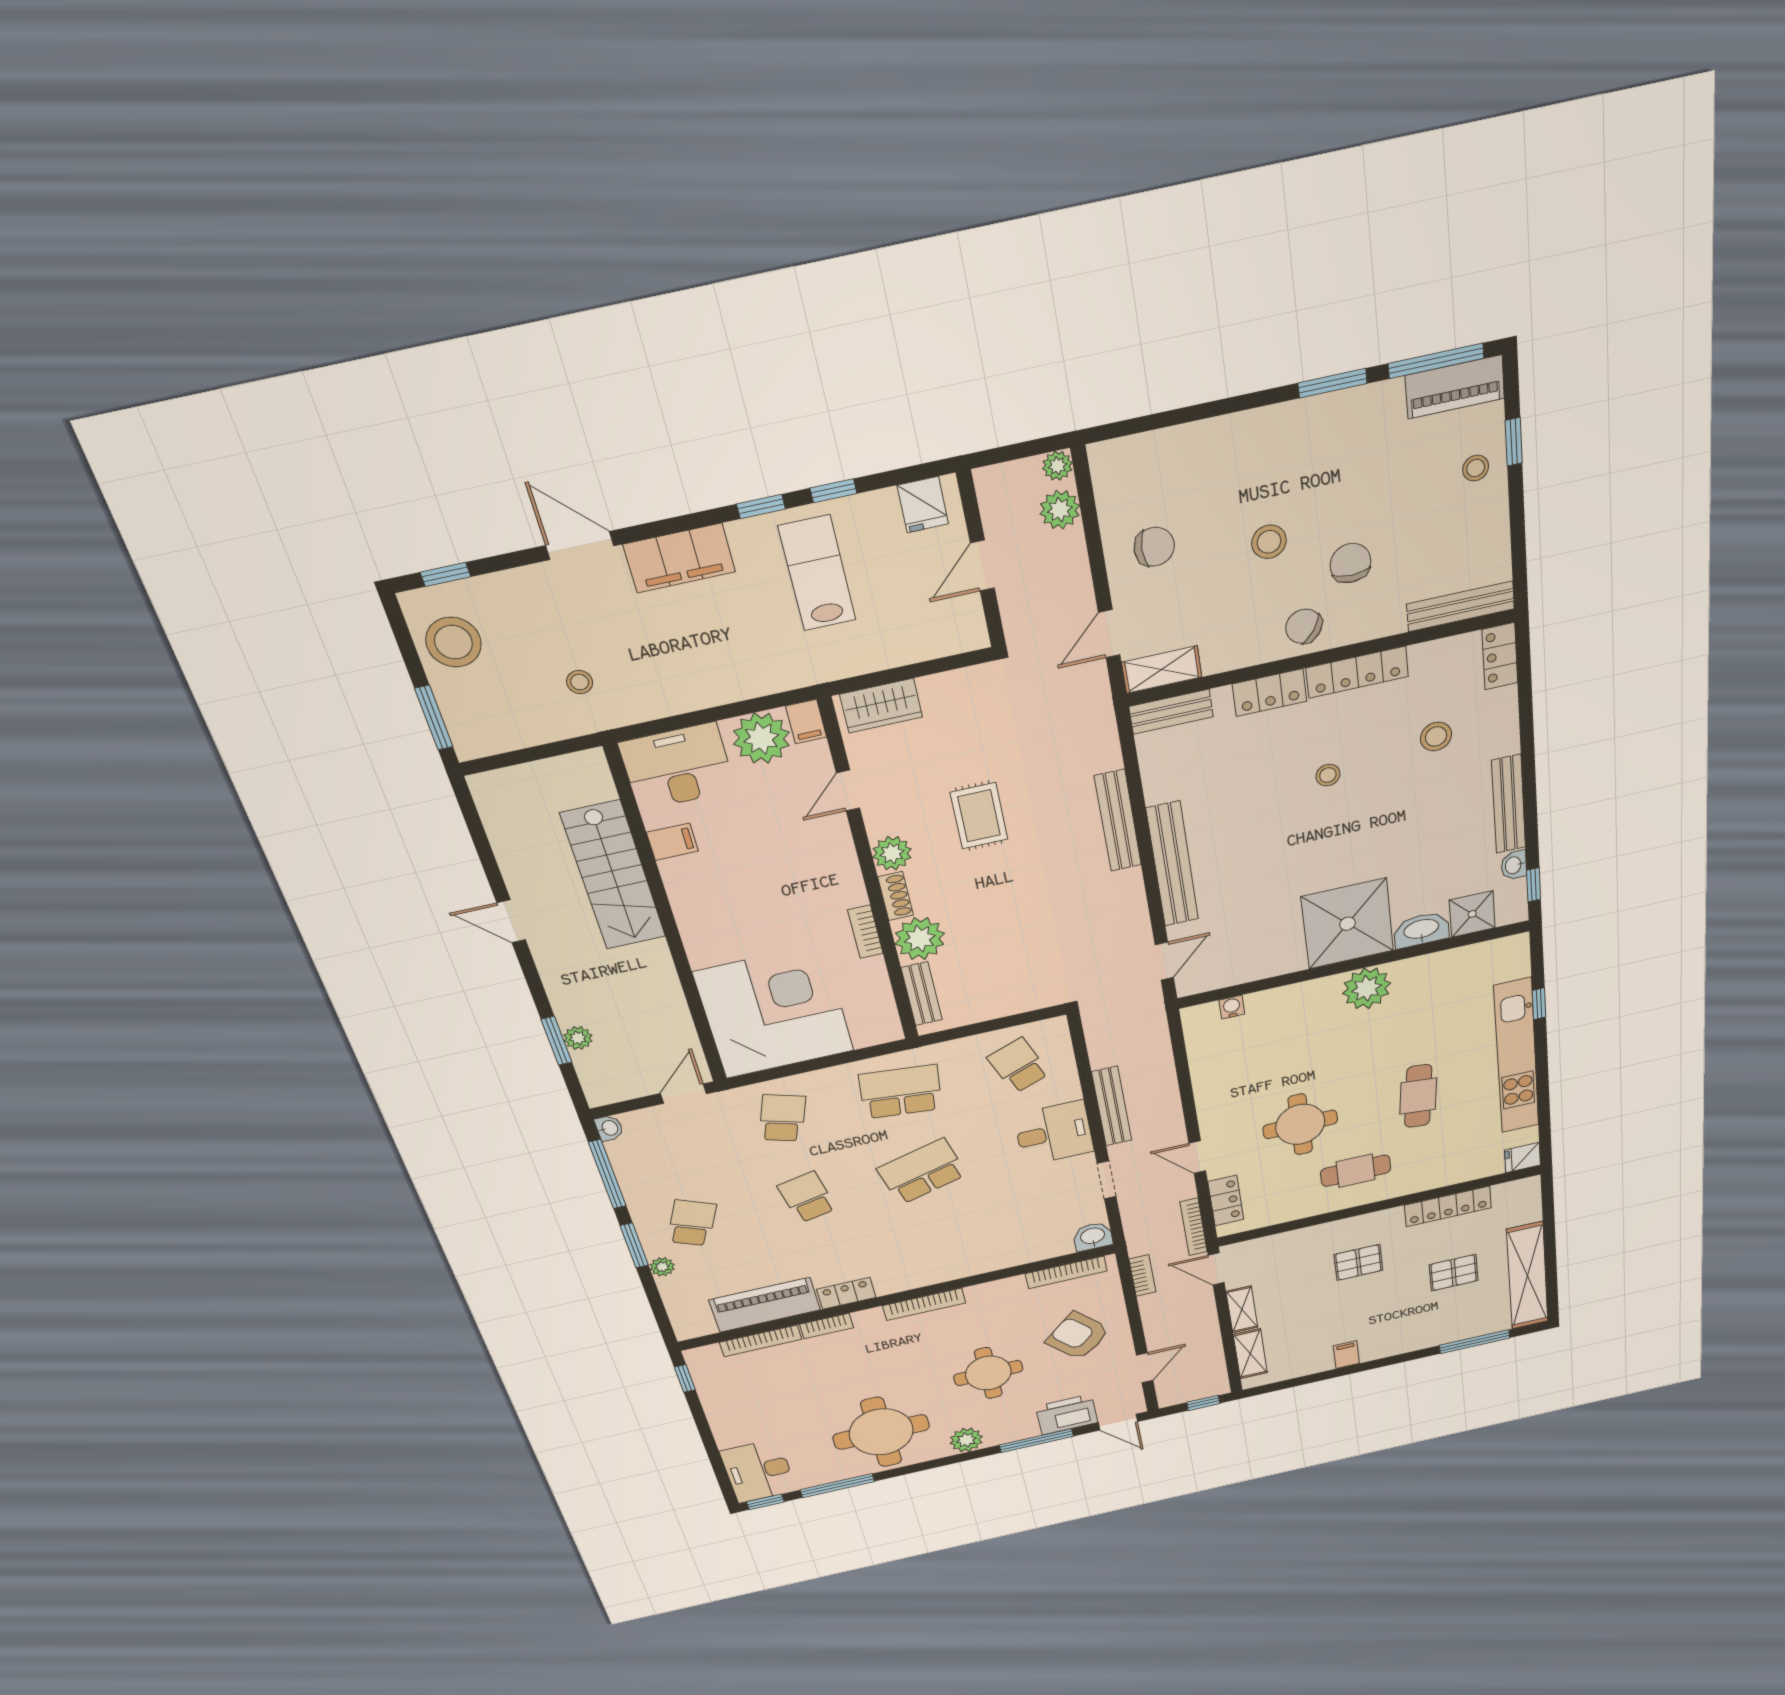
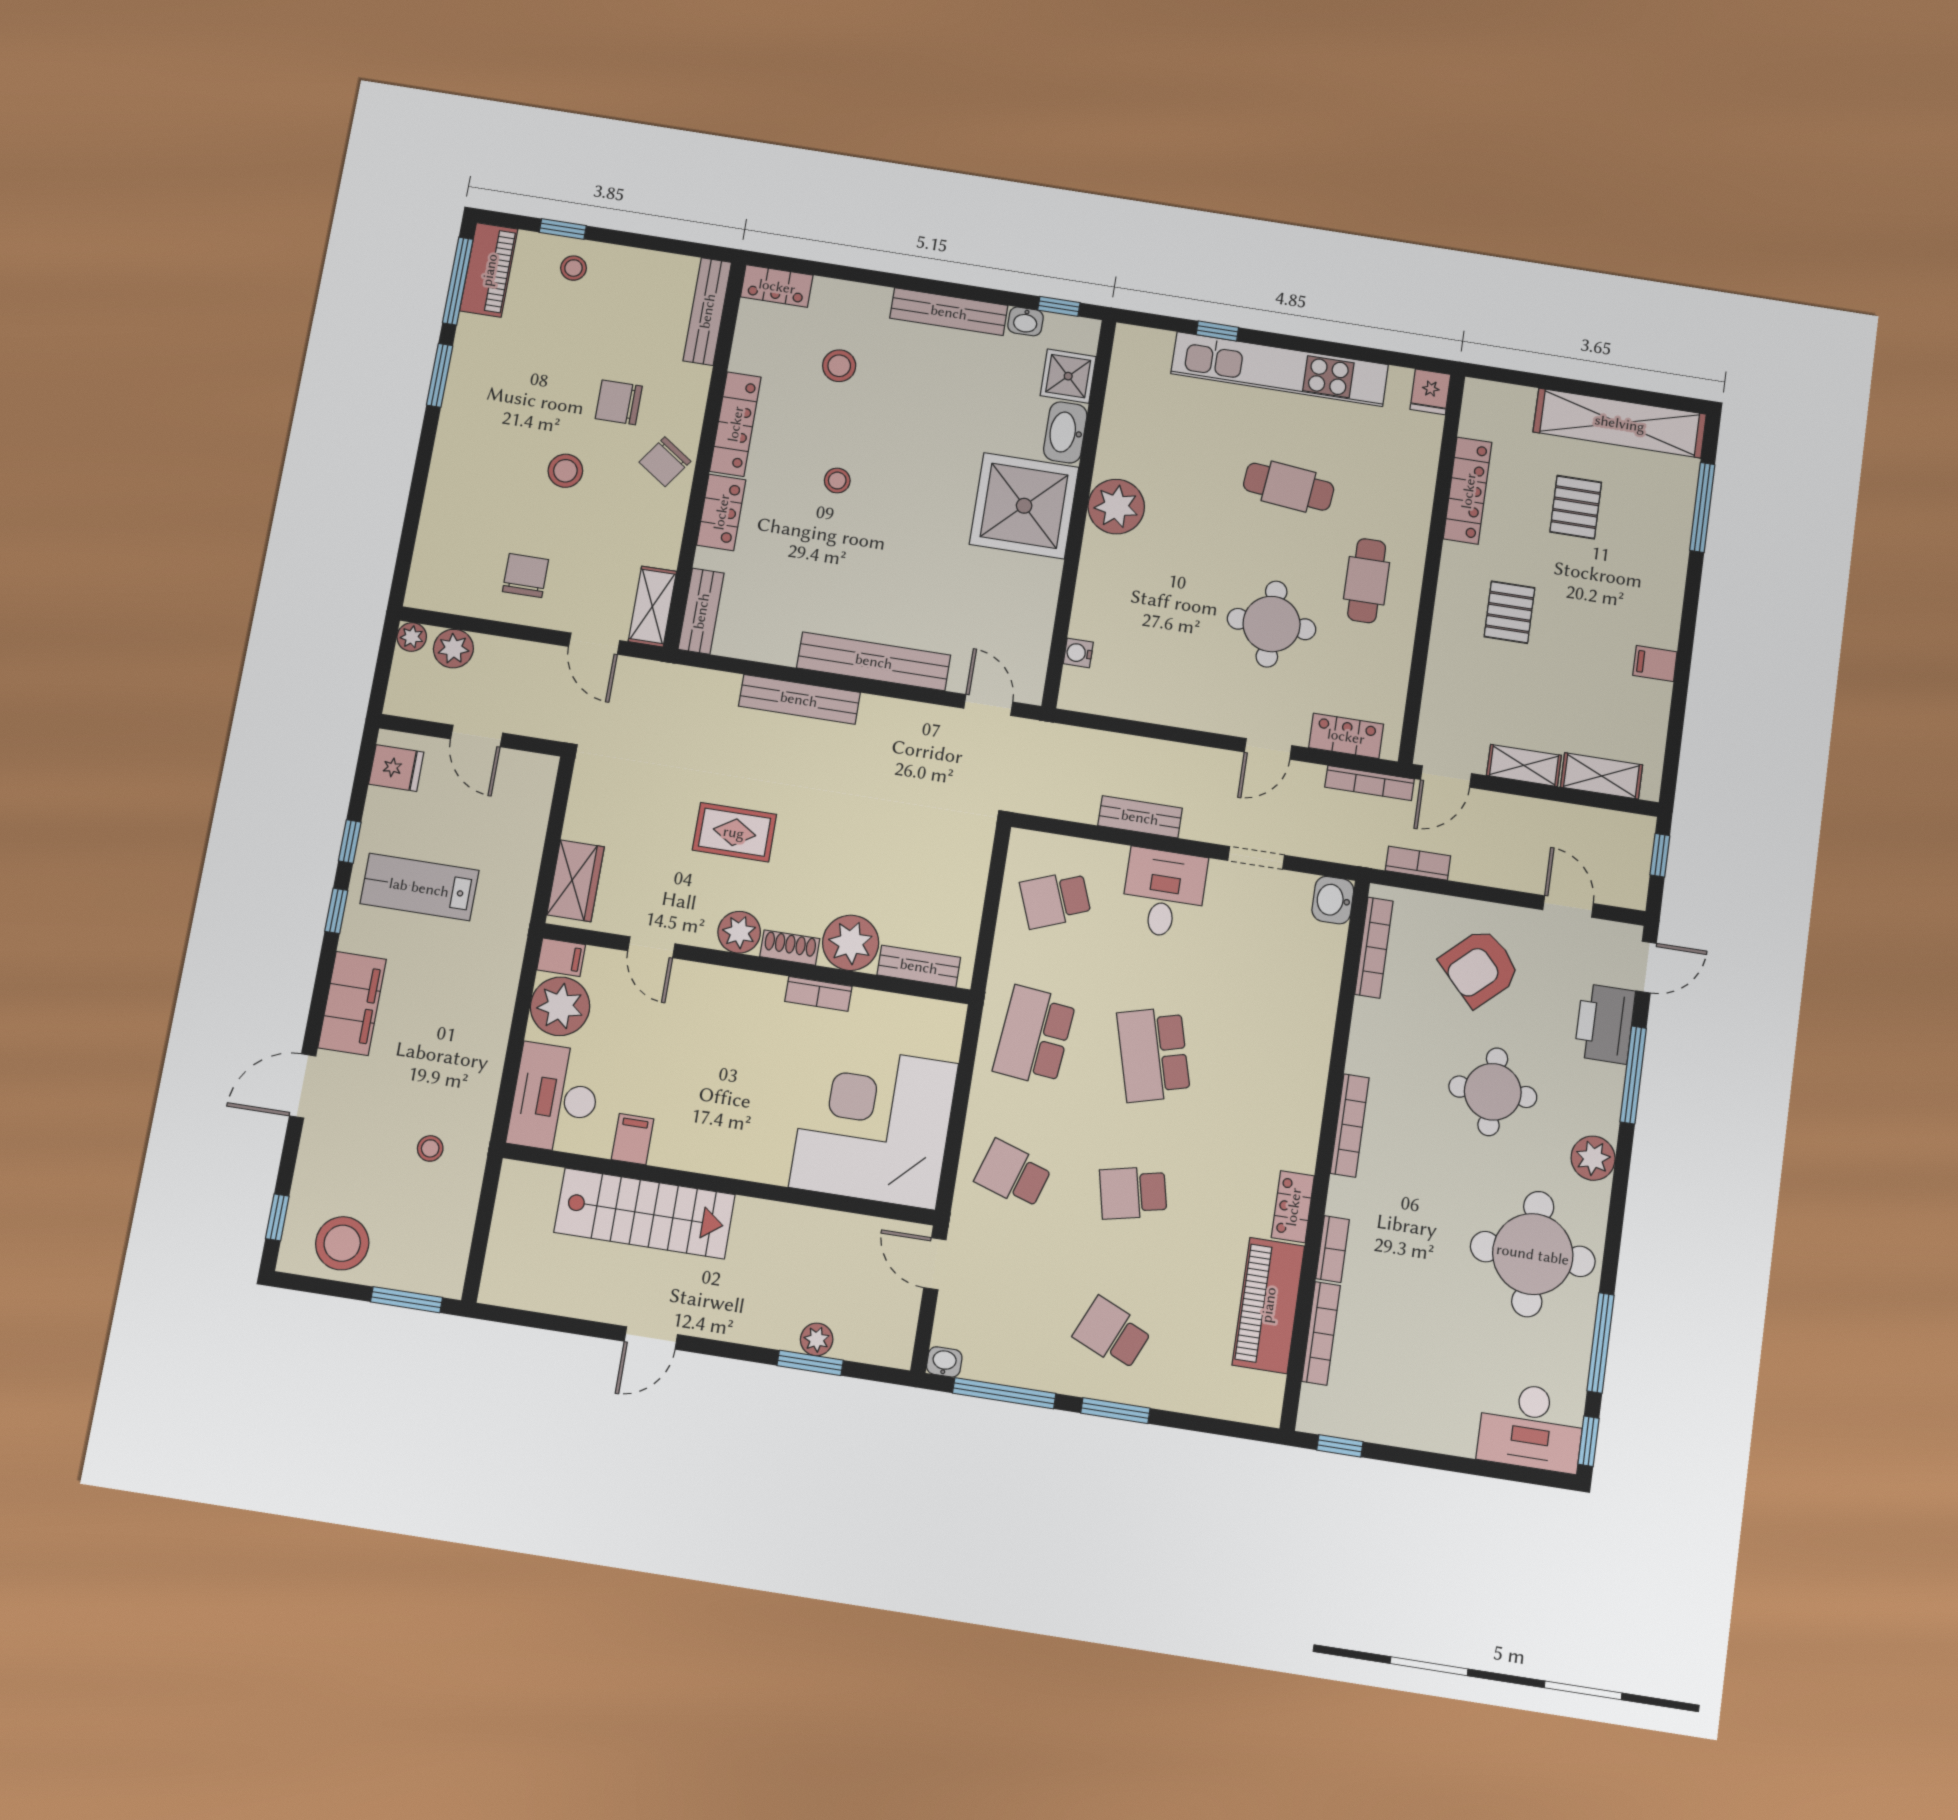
bench: (1112, 1106) -> (1140, 817), width x0.73
plant: (662, 1267) -> (1160, 1394), removed

